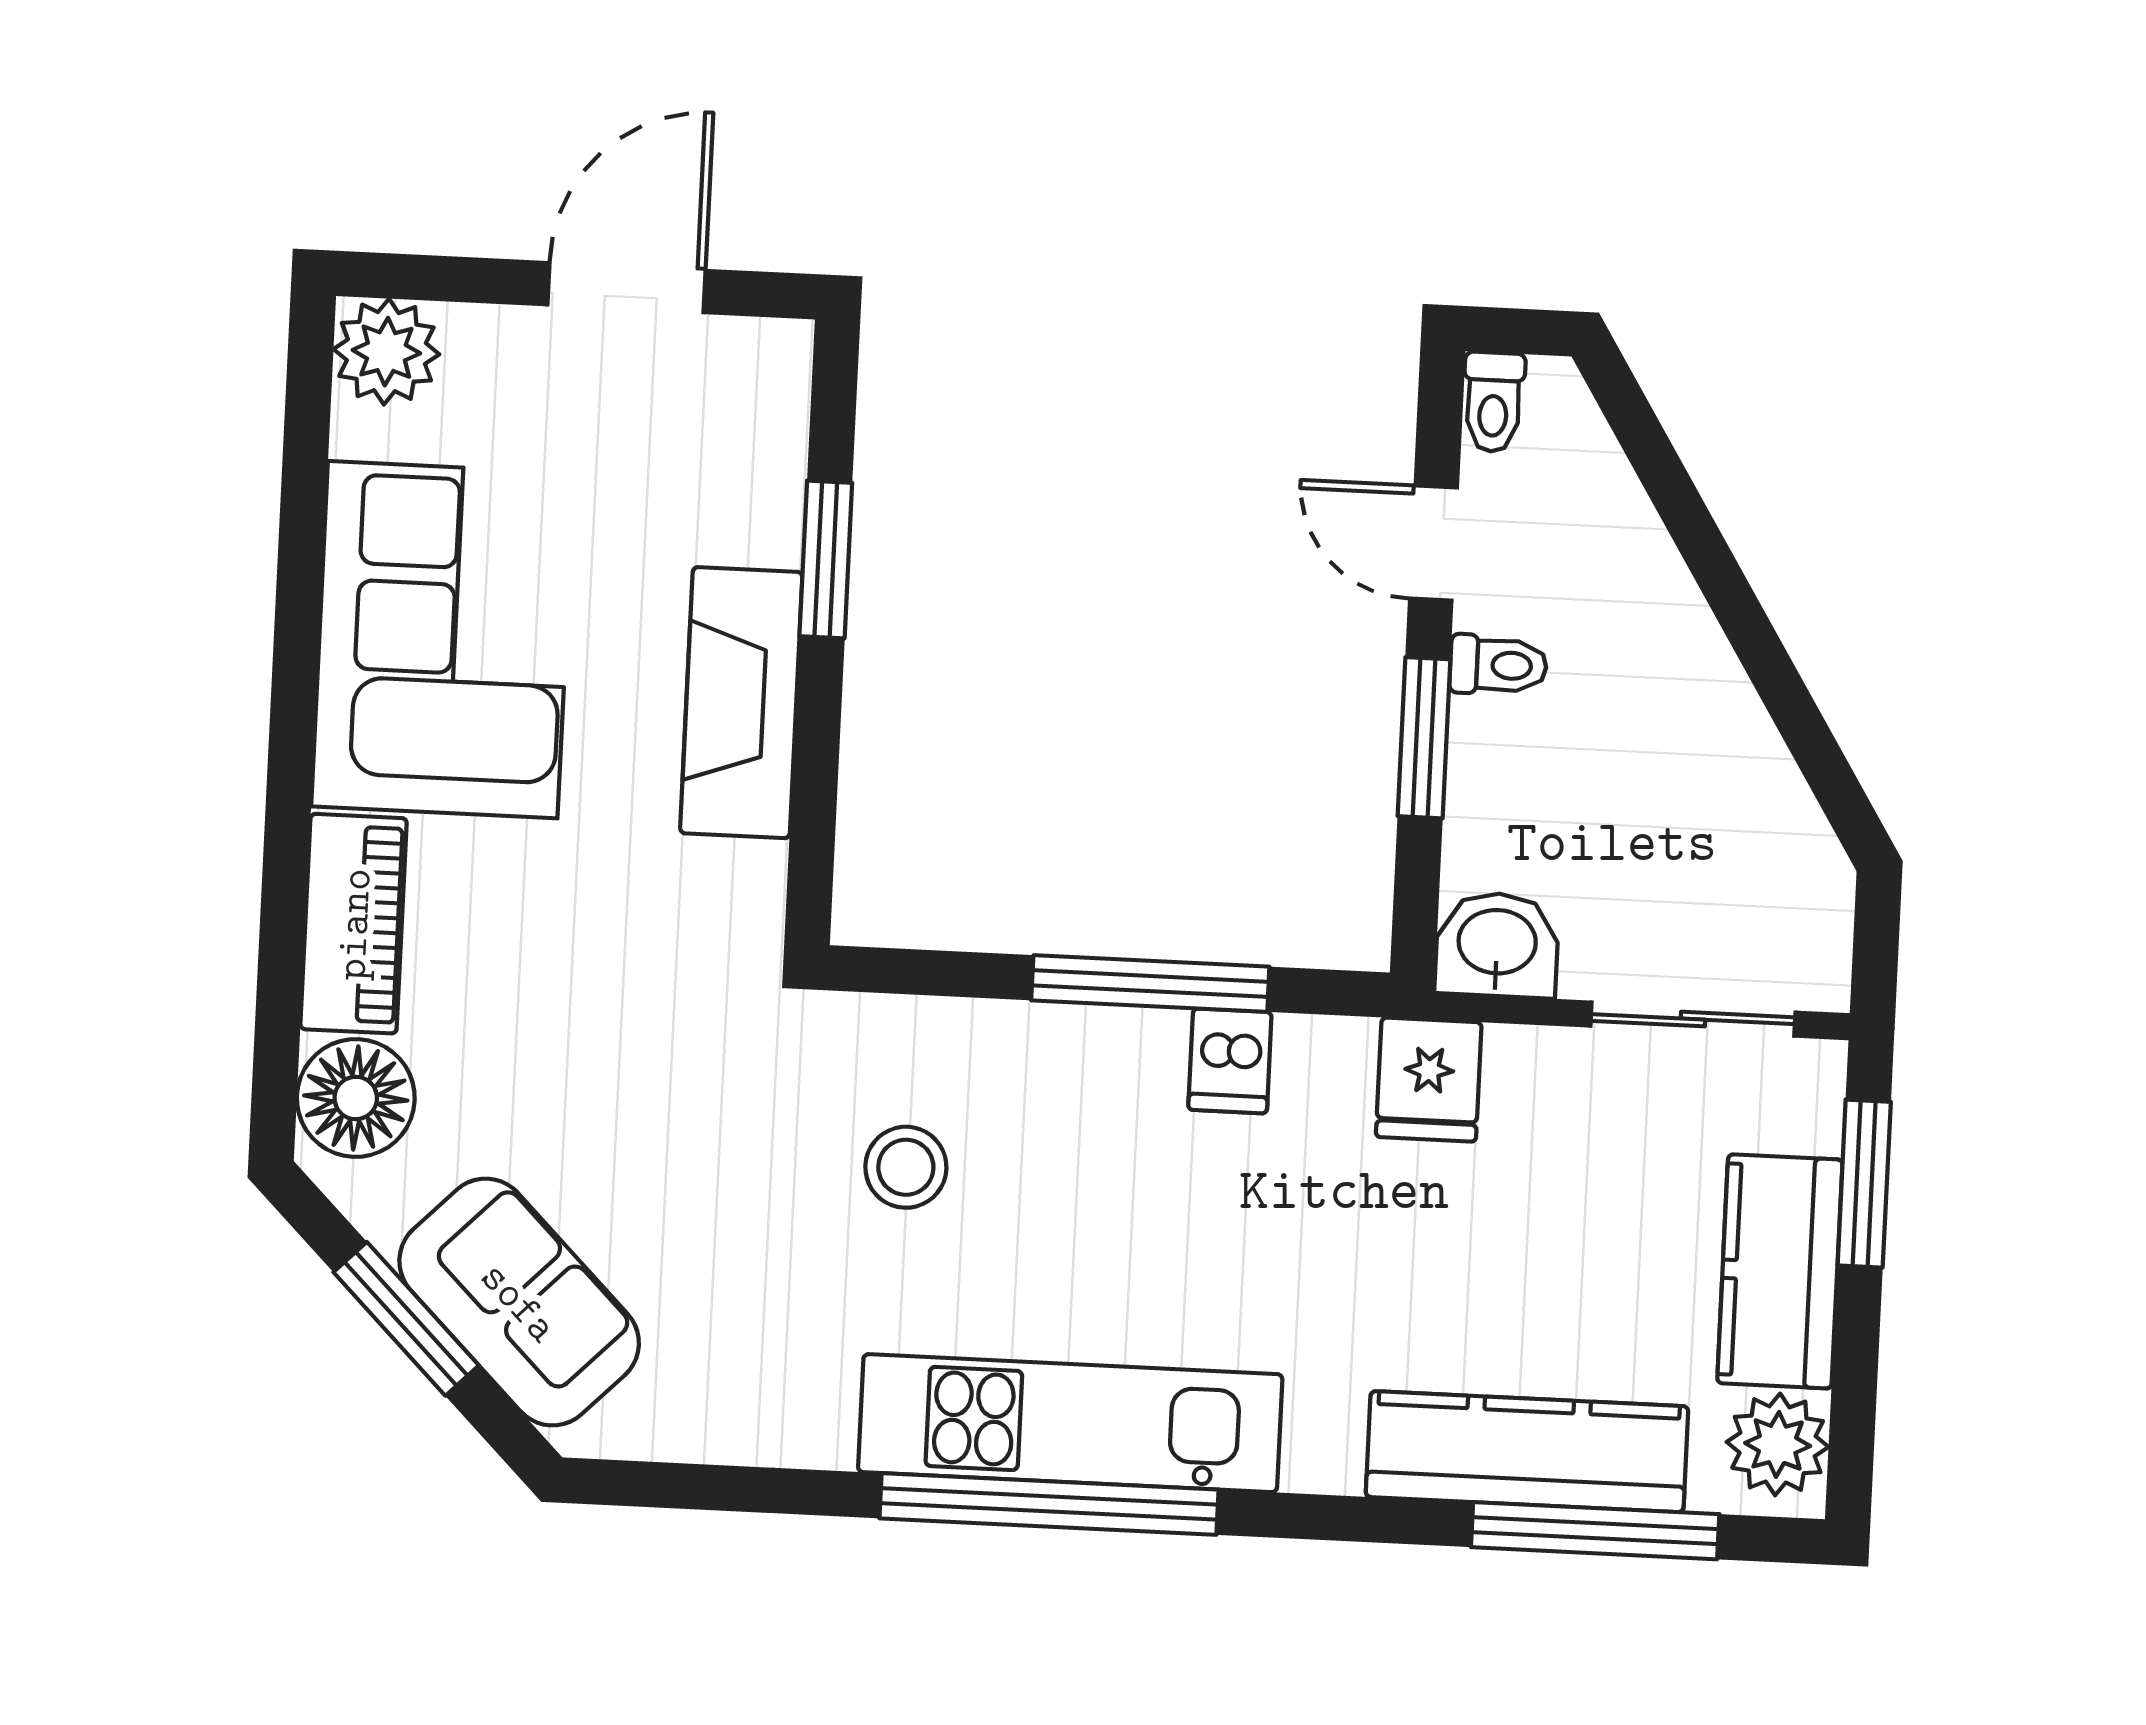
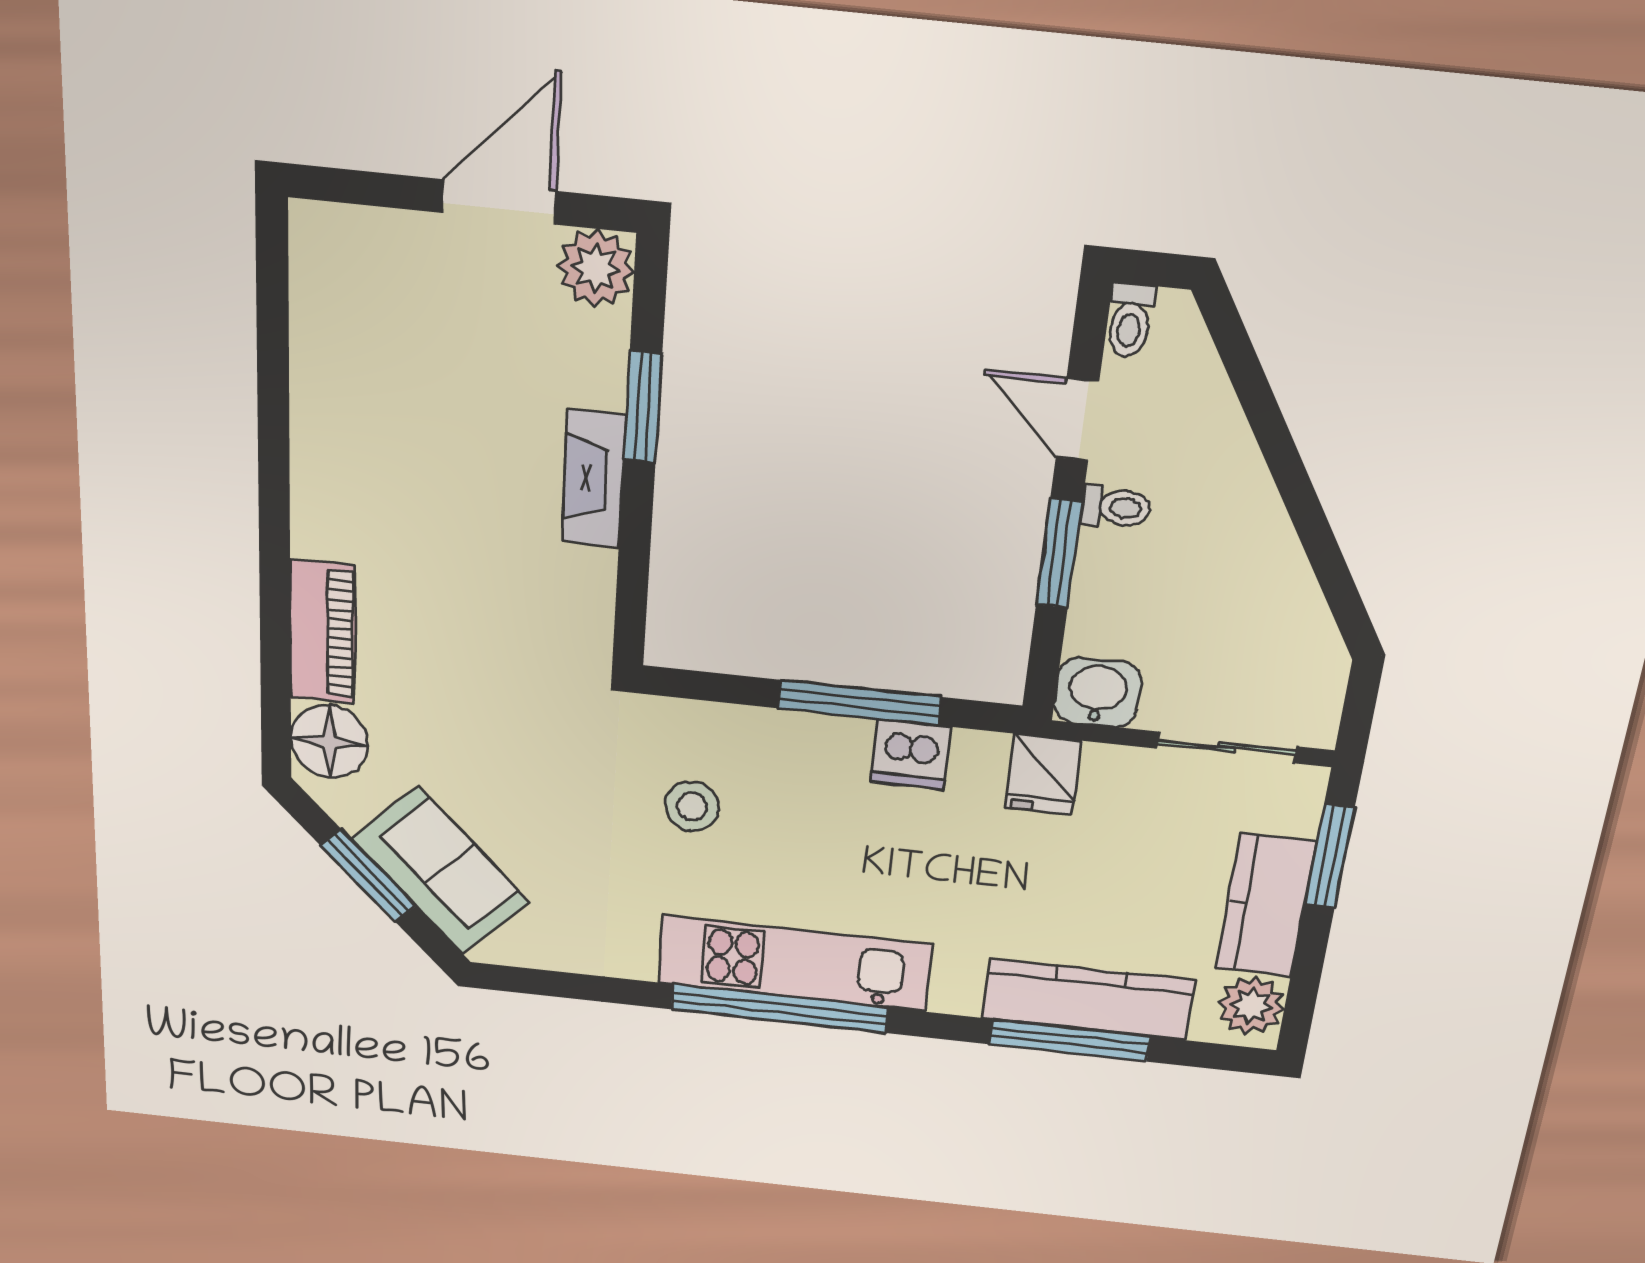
plant: (386, 352) -> (596, 268), moved
corner sofa: (443, 640) -> (375, 447), removed
fireplace: (741, 703) -> (594, 479), width x0.73, depth x0.76
dishwasher: (1230, 1061) -> (910, 754), width x1.38
window: (1595, 1531) -> (1070, 1040), moved

